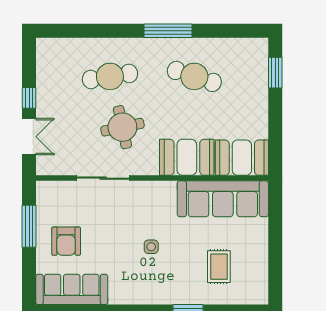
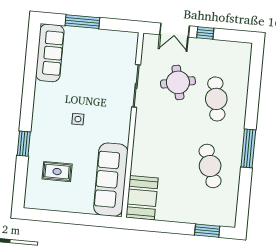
cafe table: (194, 76) -> (210, 166), turned -36
round table: (122, 127) -> (178, 82), moved
booth: (187, 157) -> (146, 154), removed
window: (29, 226) -> (82, 22), moved
armchair: (66, 241) -> (89, 52), removed

